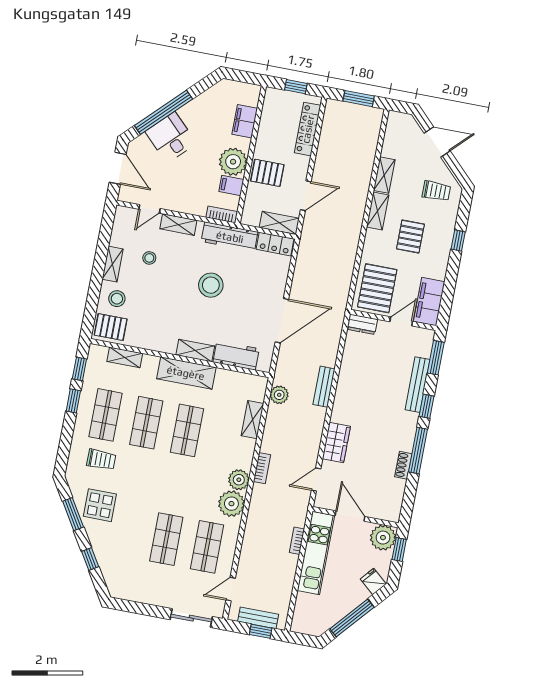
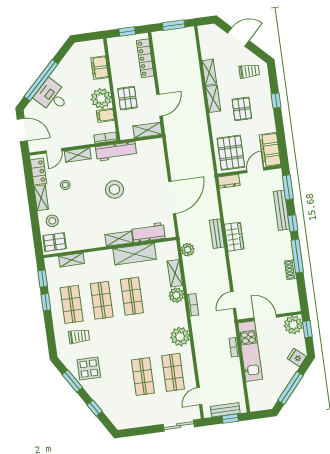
pallet: (267, 173) -> (127, 98), turned 90
locker: (275, 244) -> (38, 172), moved, turned -90
shelving: (186, 373) -> (135, 254), moved
wardrobe: (336, 443) -> (234, 237), moved
plant: (239, 480) -> (176, 295), moved

